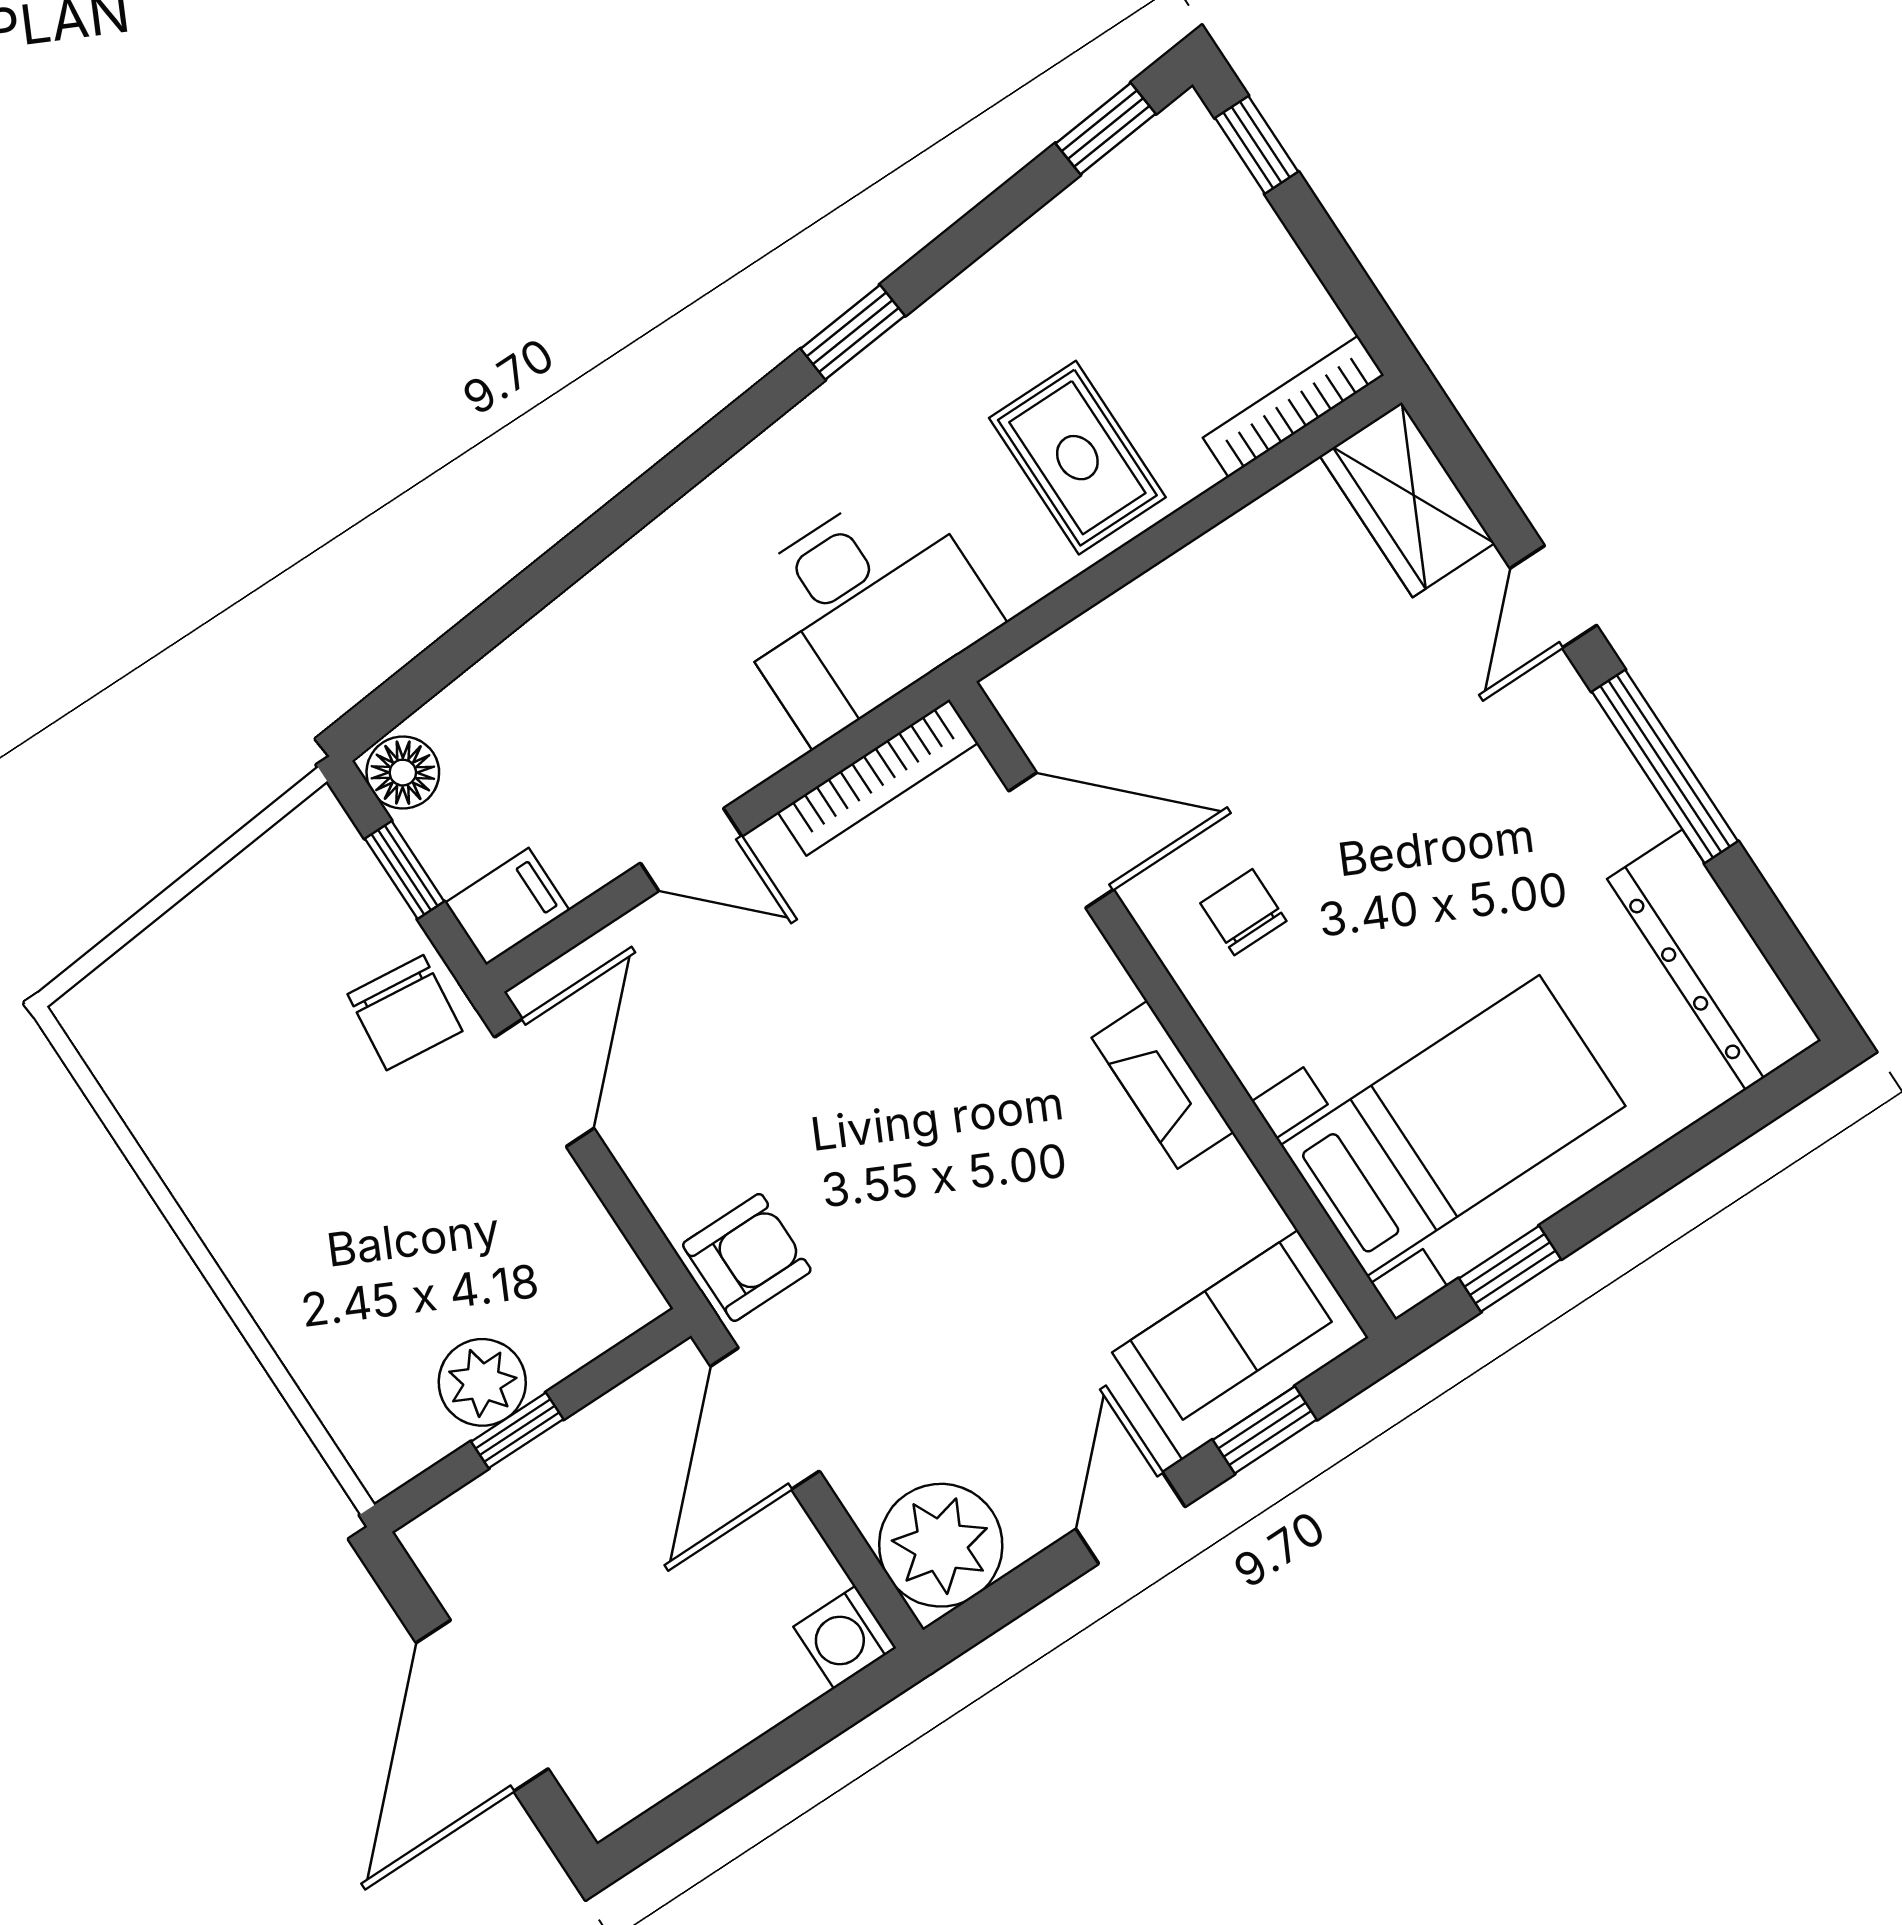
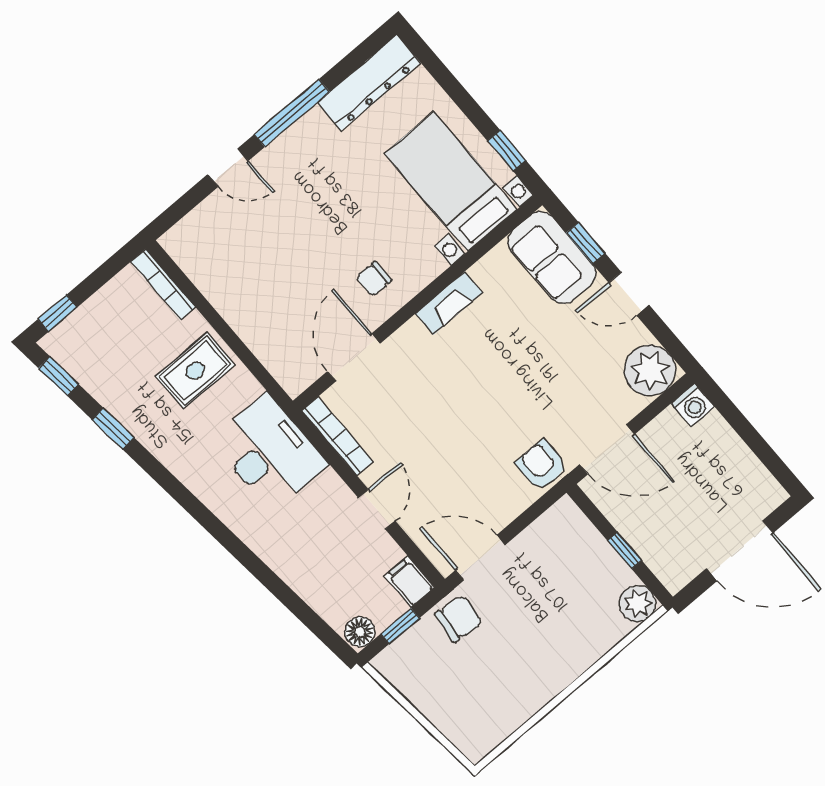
window: (853, 332) -> (113, 429), moved
wardrobe: (1407, 500) -> (196, 233), removed
plant: (482, 1382) -> (638, 603), moved

